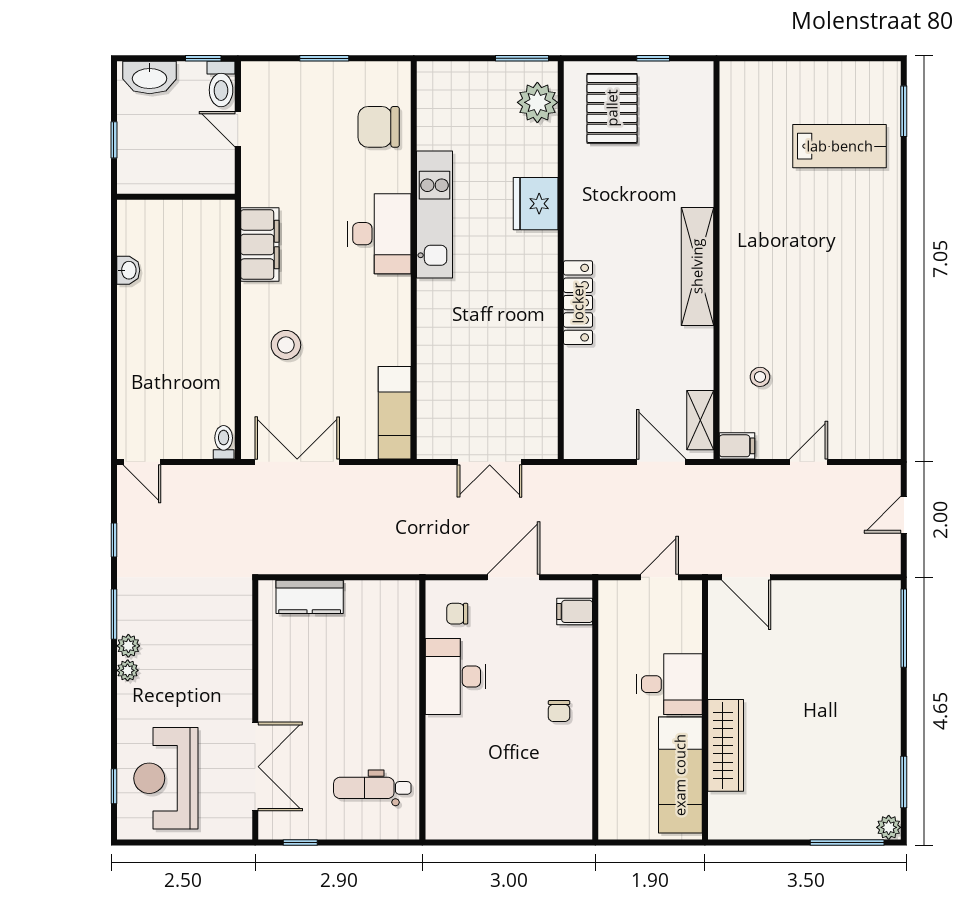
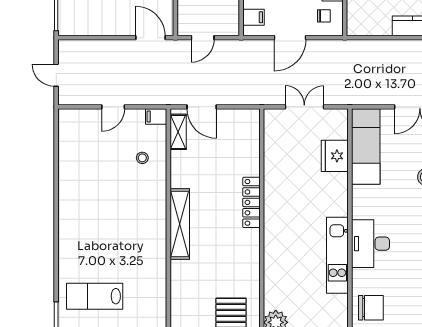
fridge: (536, 204) -> (335, 156), moved, turned 180
exam couch: (395, 413) -> (366, 147), width x1.36, depth x1.45
door: (904, 515) -> (56, 75), swing flipped

